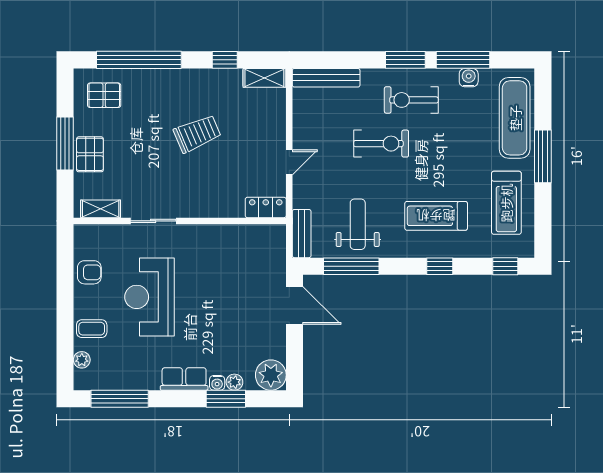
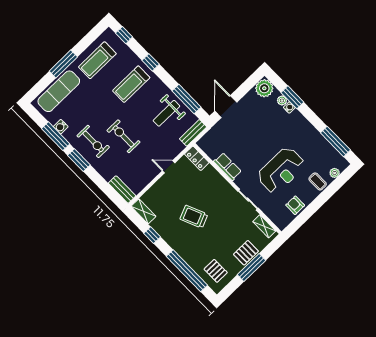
bench: (326, 78) -> (122, 190), width x0.73
treadmill: (506, 203) -> (97, 60), turned 180
treadmill: (436, 216) -> (131, 84), turned 90
row of seats: (184, 379) -> (228, 167), moved, turned 180

